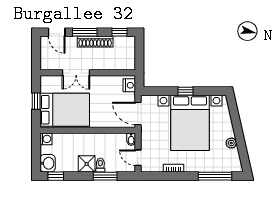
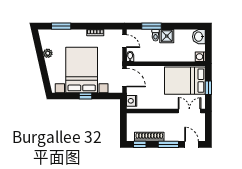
shoe rack: (95, 42) -> (149, 137), moved
double door: (76, 73) -> (189, 111), moved
window: (56, 176) -> (192, 26), removed
window: (215, 176) -> (61, 26), width x0.69

